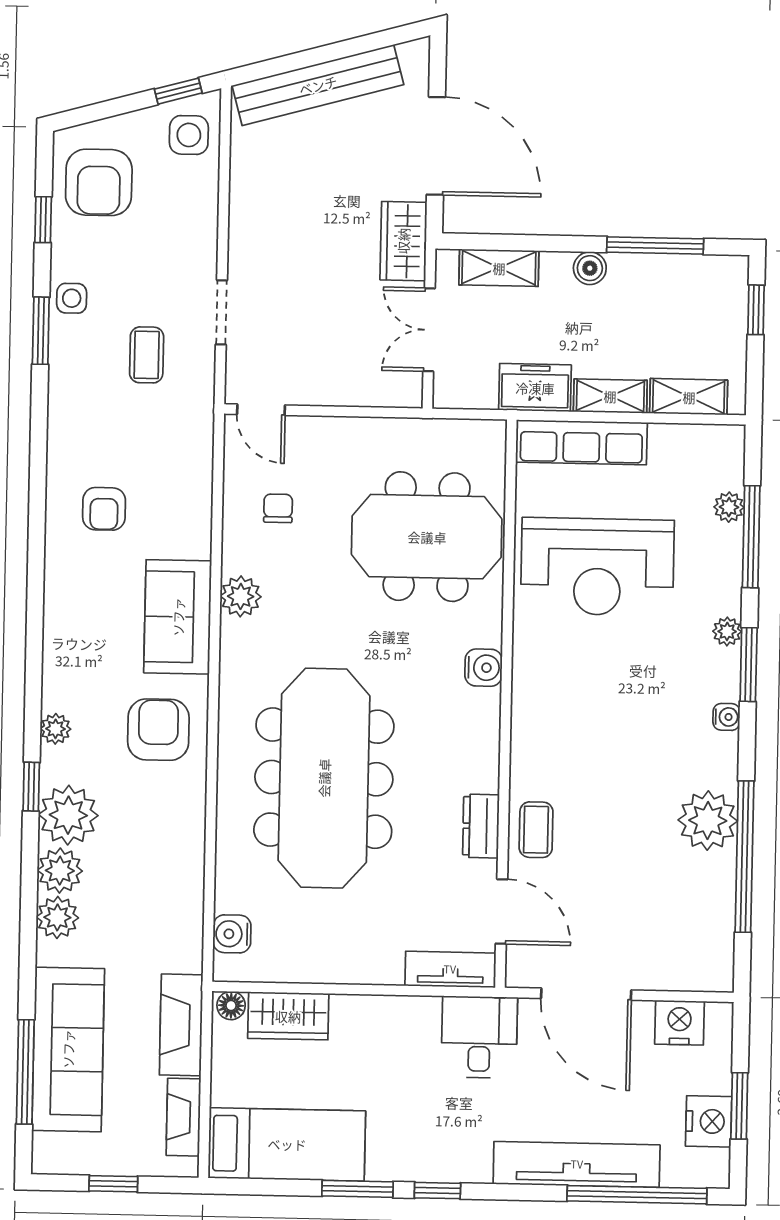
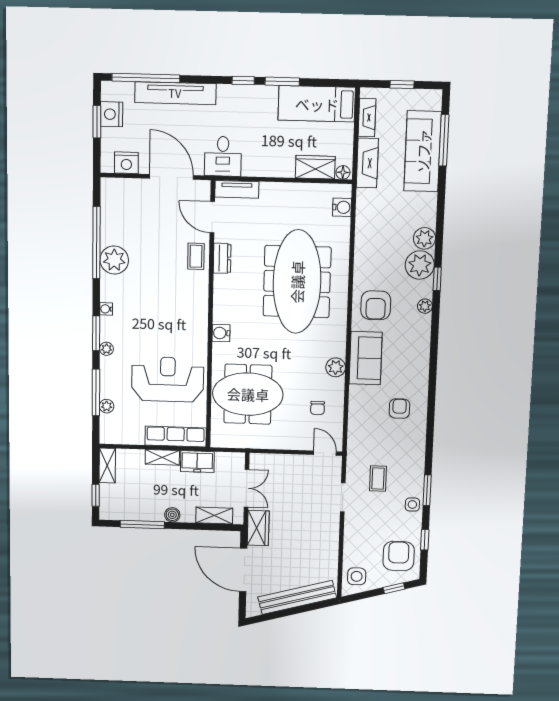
window: (178, 91) -> (394, 588), moved
shelving: (689, 397) -> (107, 466), moved, turned 90
plant: (57, 917) -> (426, 216), removed

